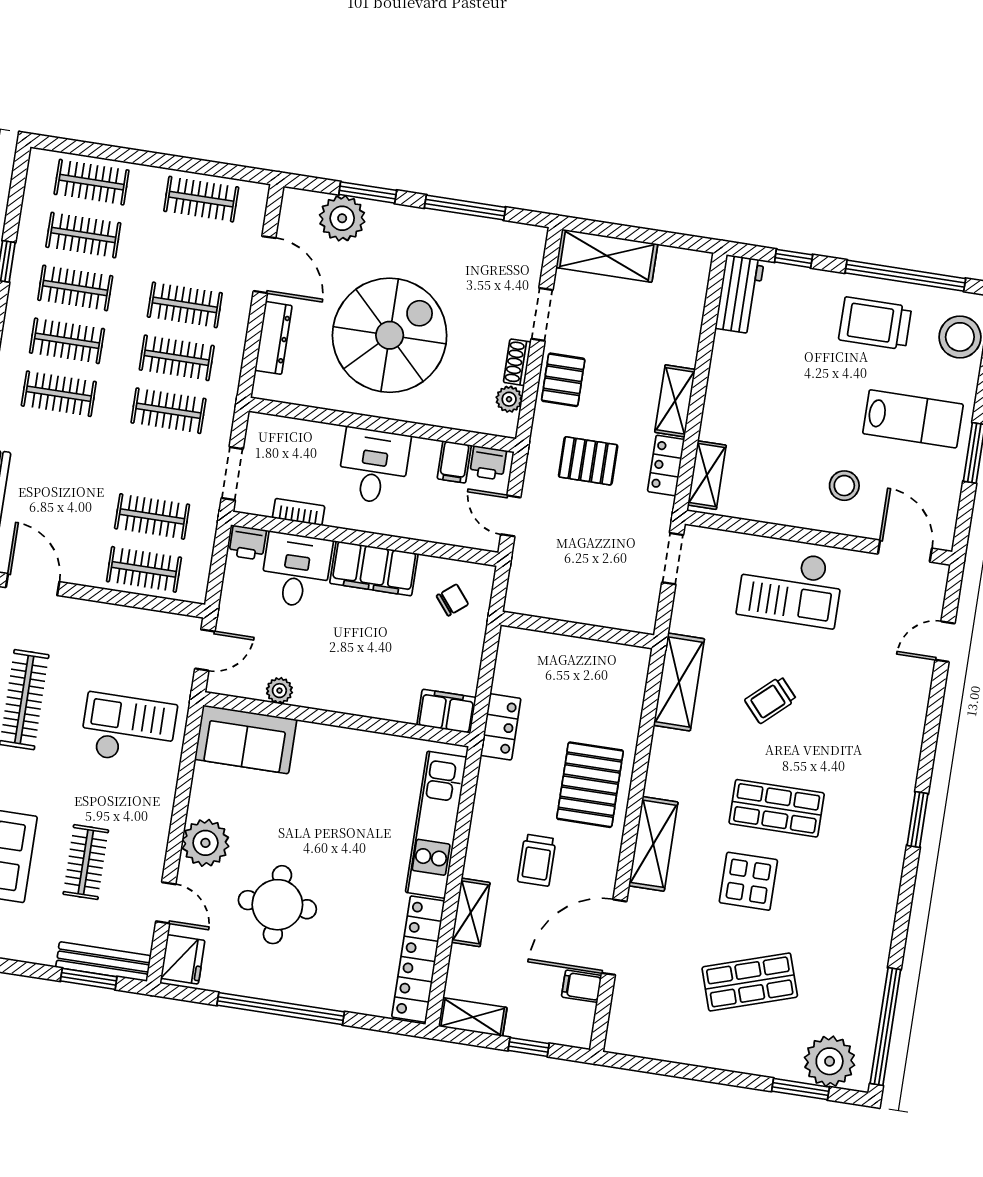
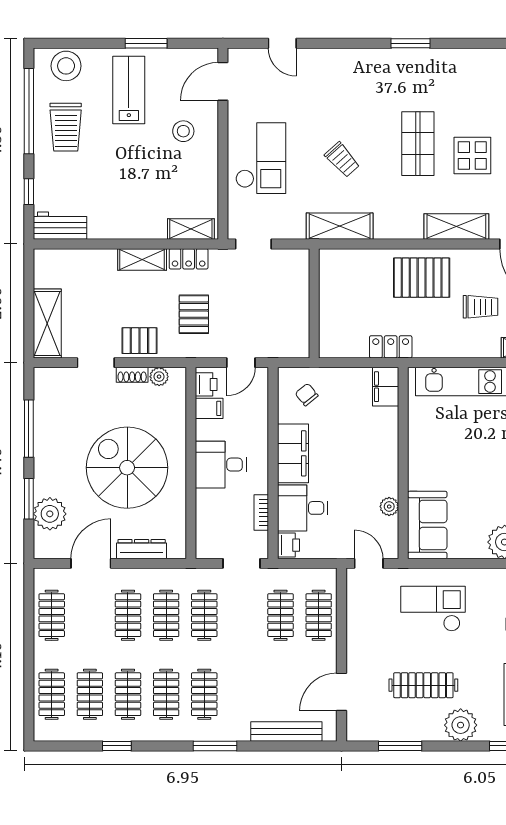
checkout: (128, 729) -> (433, 609), turned 90

